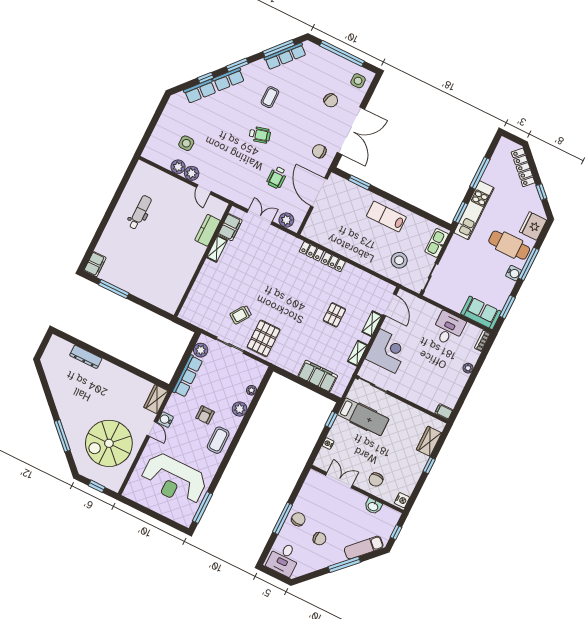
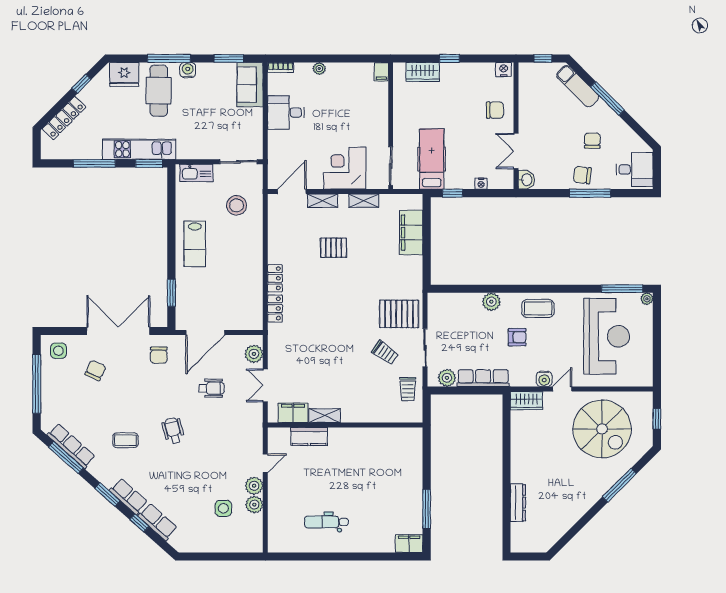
trolley: (206, 318) -> (408, 389), added
plant: (251, 390) -> (647, 299), moved
washbasin: (373, 506) -> (526, 180), moved

